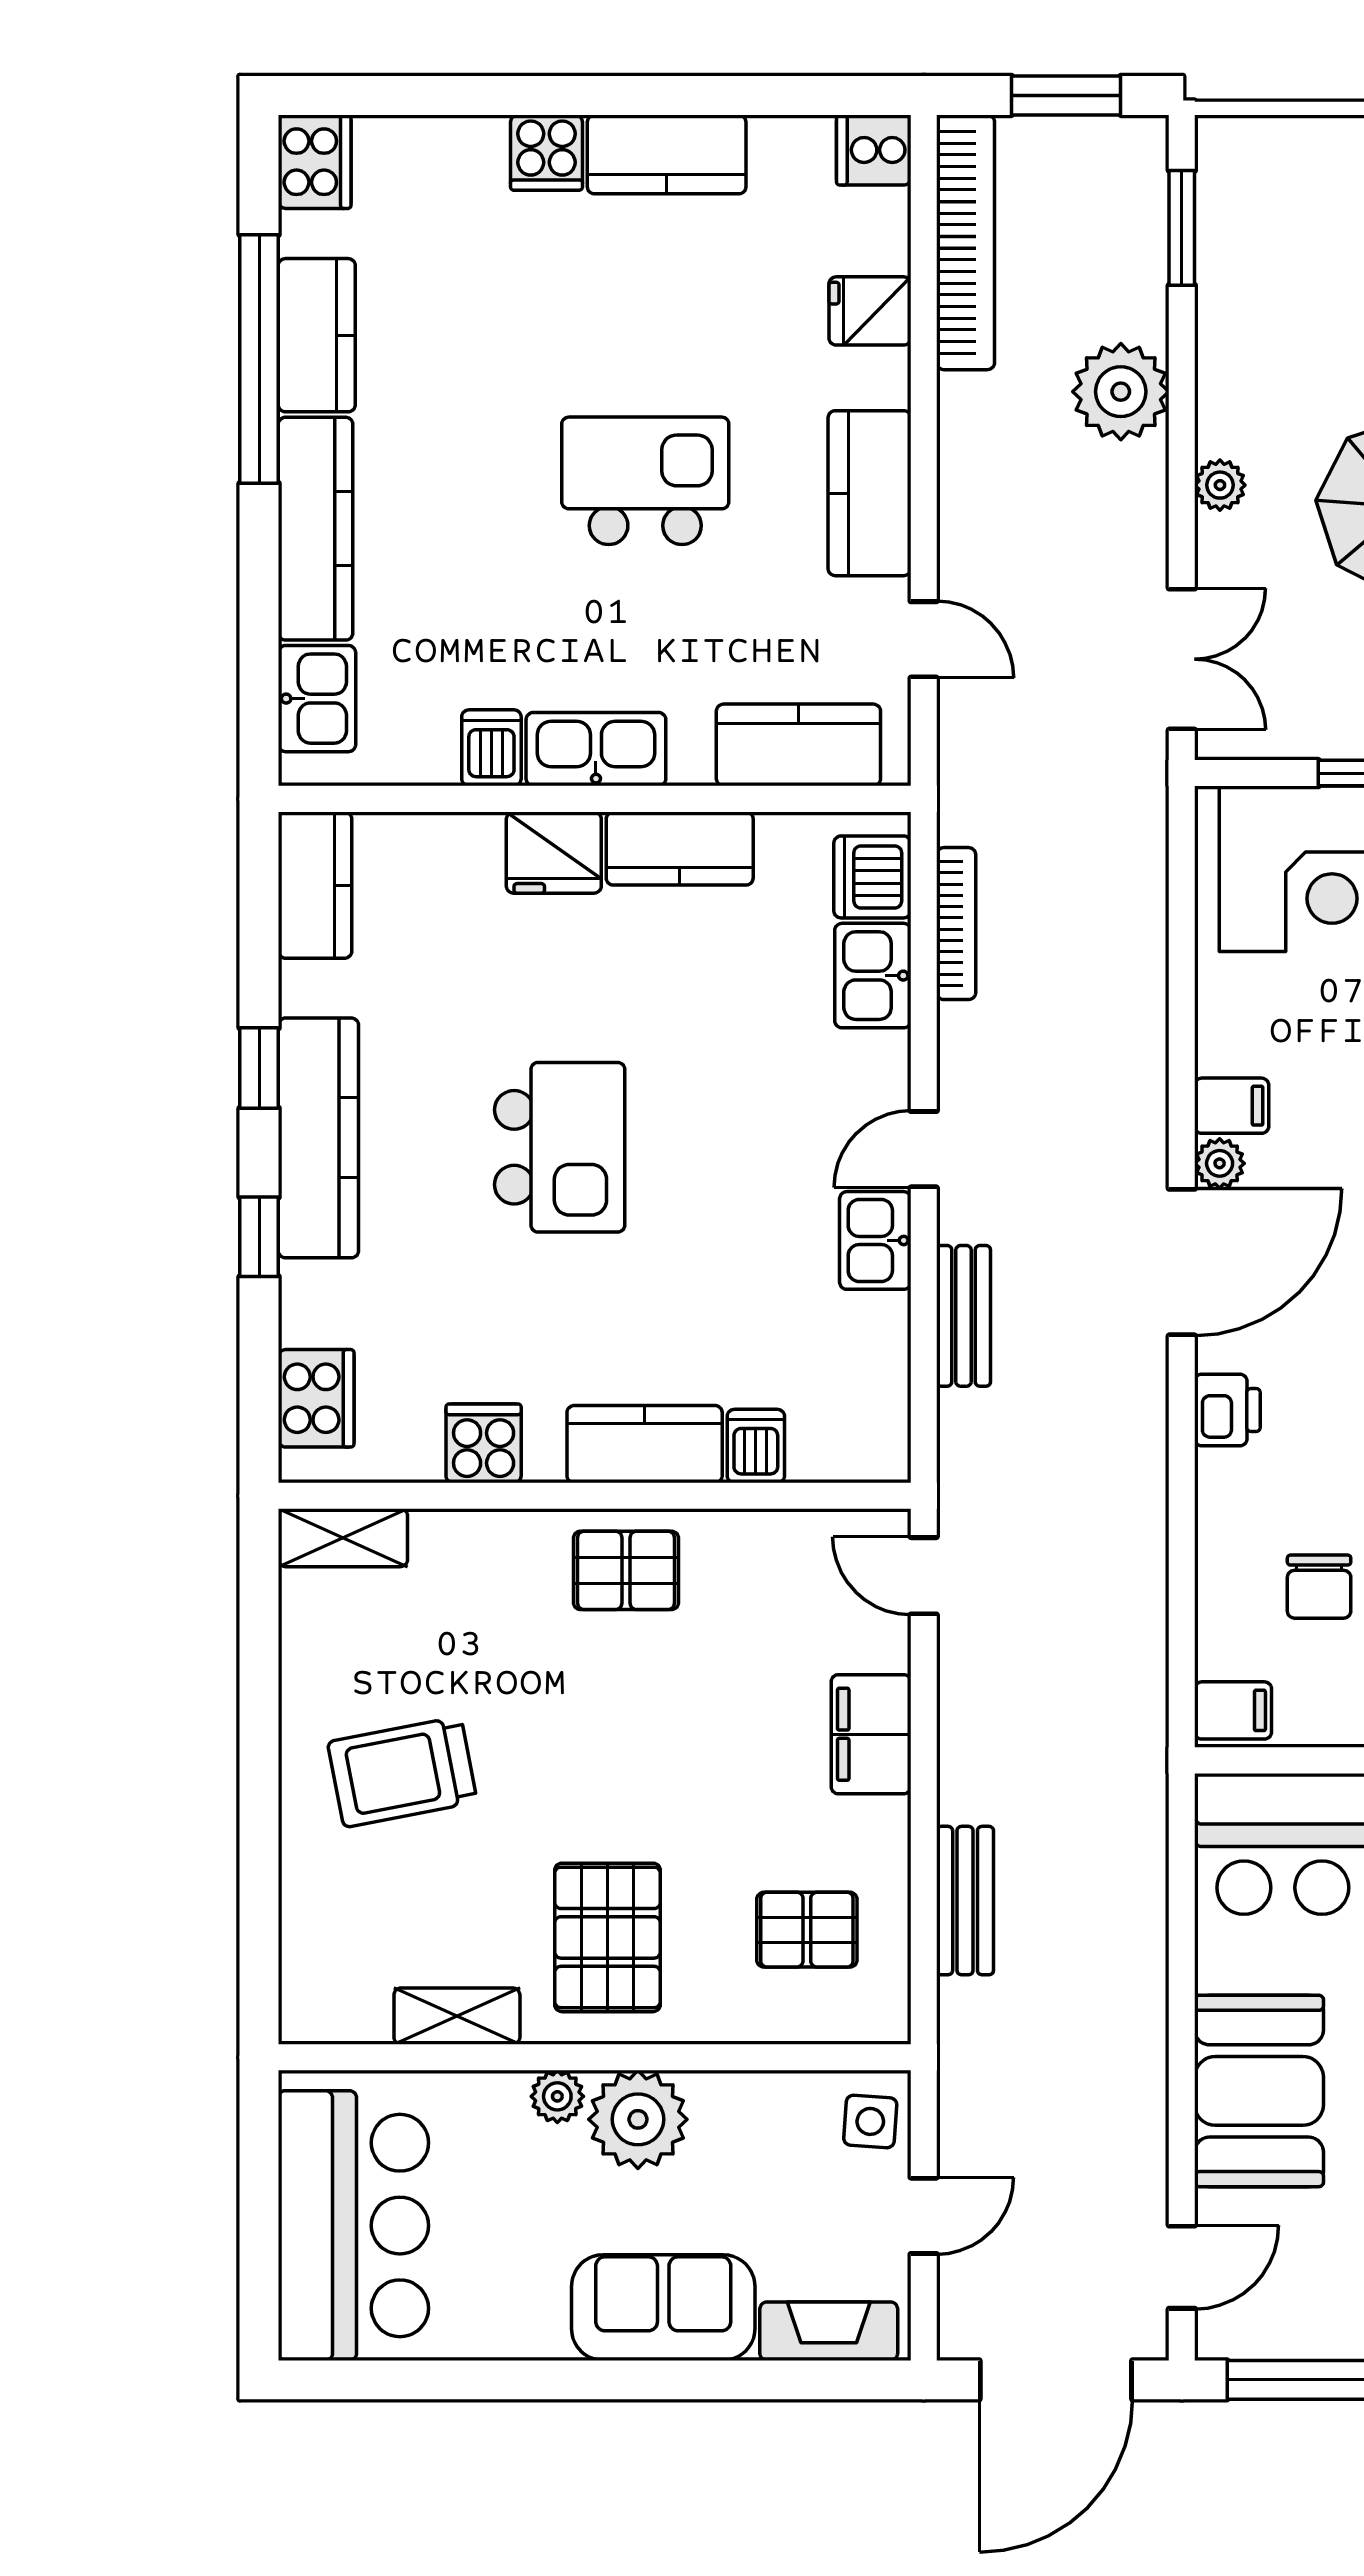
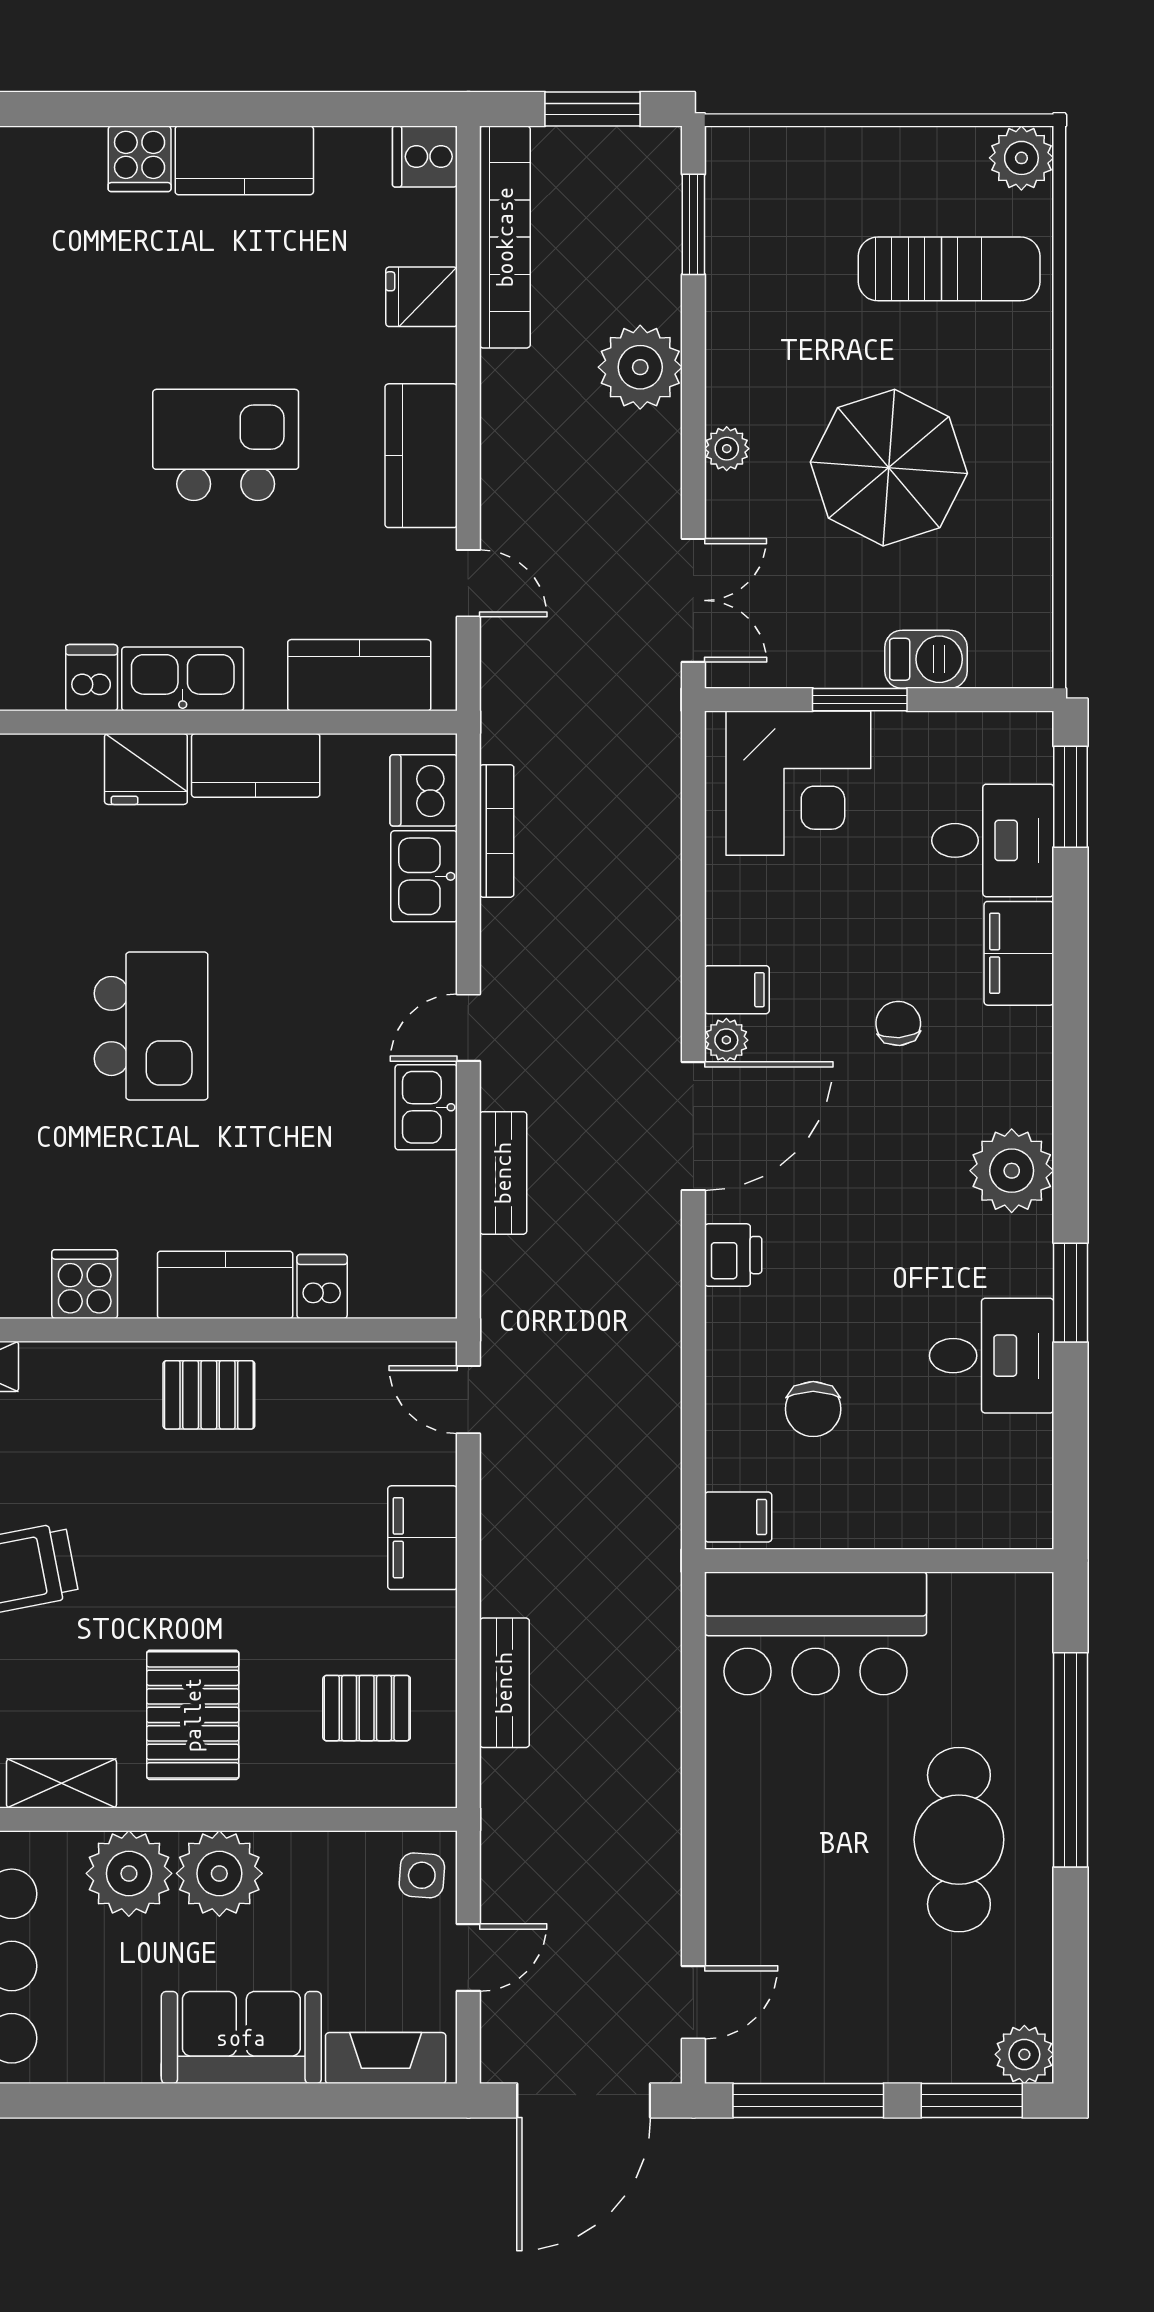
booth: (1259, 2091) -> (761, 1849), removed
plant: (557, 2096) -> (129, 1873), width x1.87, depth x1.87

